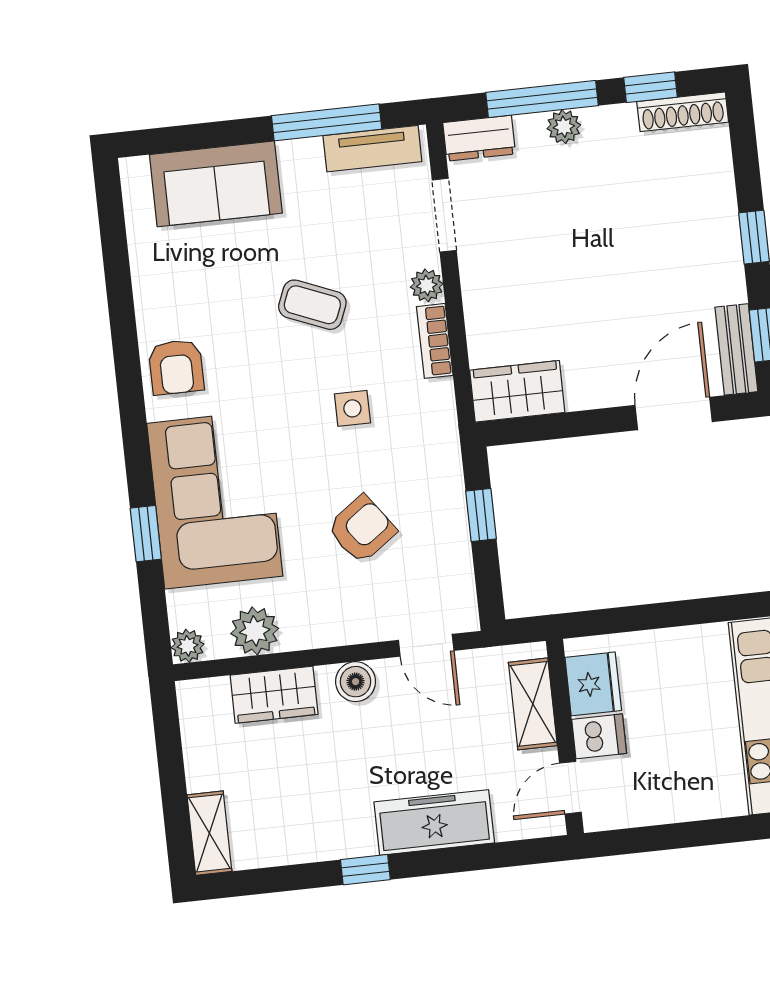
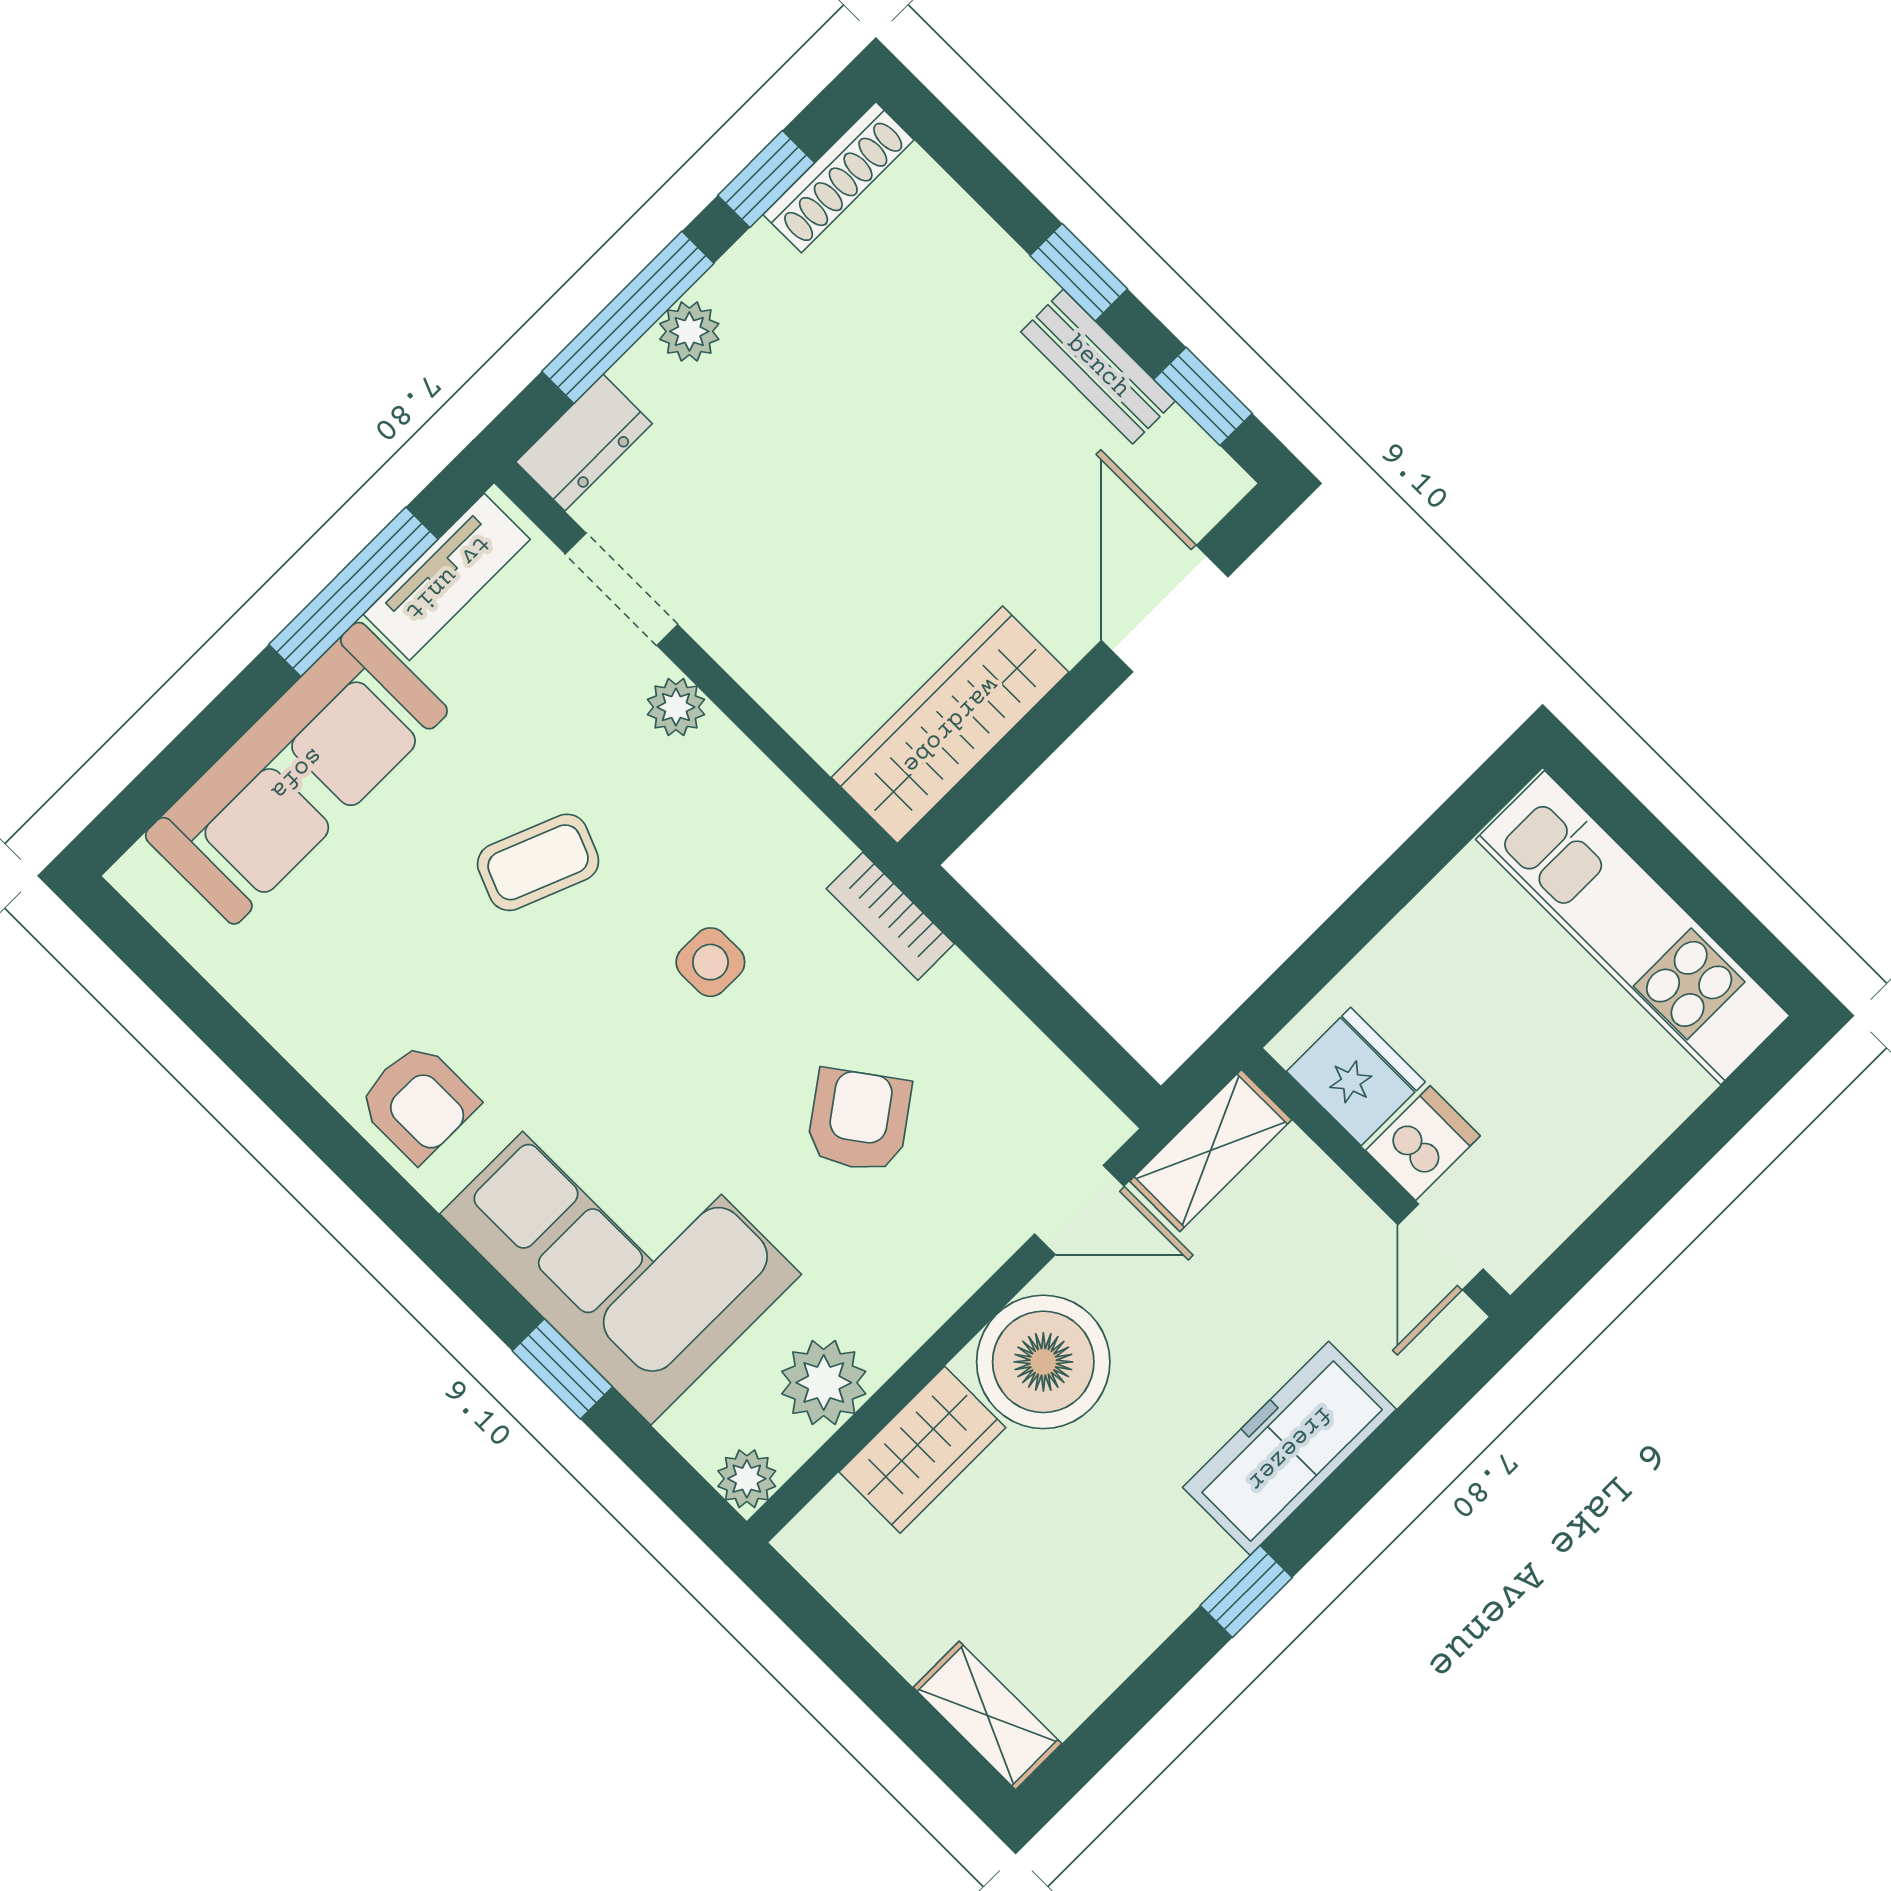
sofa: (216, 184) -> (296, 773), width x1.36
bookcase: (435, 341) -> (890, 916), moved
bench: (736, 349) -> (1098, 367), moved
wardrobe: (517, 391) -> (950, 725), width x1.50
window: (481, 515) -> (1010, 967), removed
boiler: (356, 682) -> (1043, 1362), width x1.86, depth x1.86
shelving: (533, 704) -> (1211, 1150), moved, turned 90

